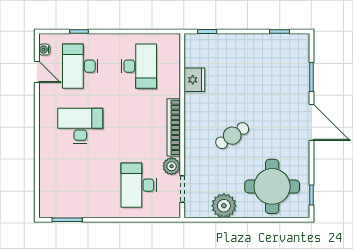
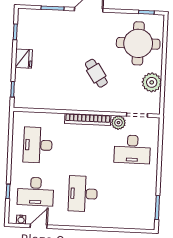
desk: (139, 66) -> (38, 145), turned -90
fridge: (194, 80) -> (24, 59), moved, turned 90

